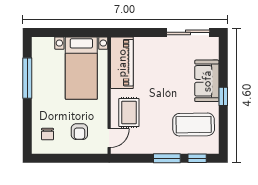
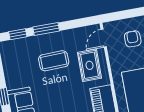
coffee table: (194, 125) -> (54, 61), moved, width x0.73, depth x0.76

